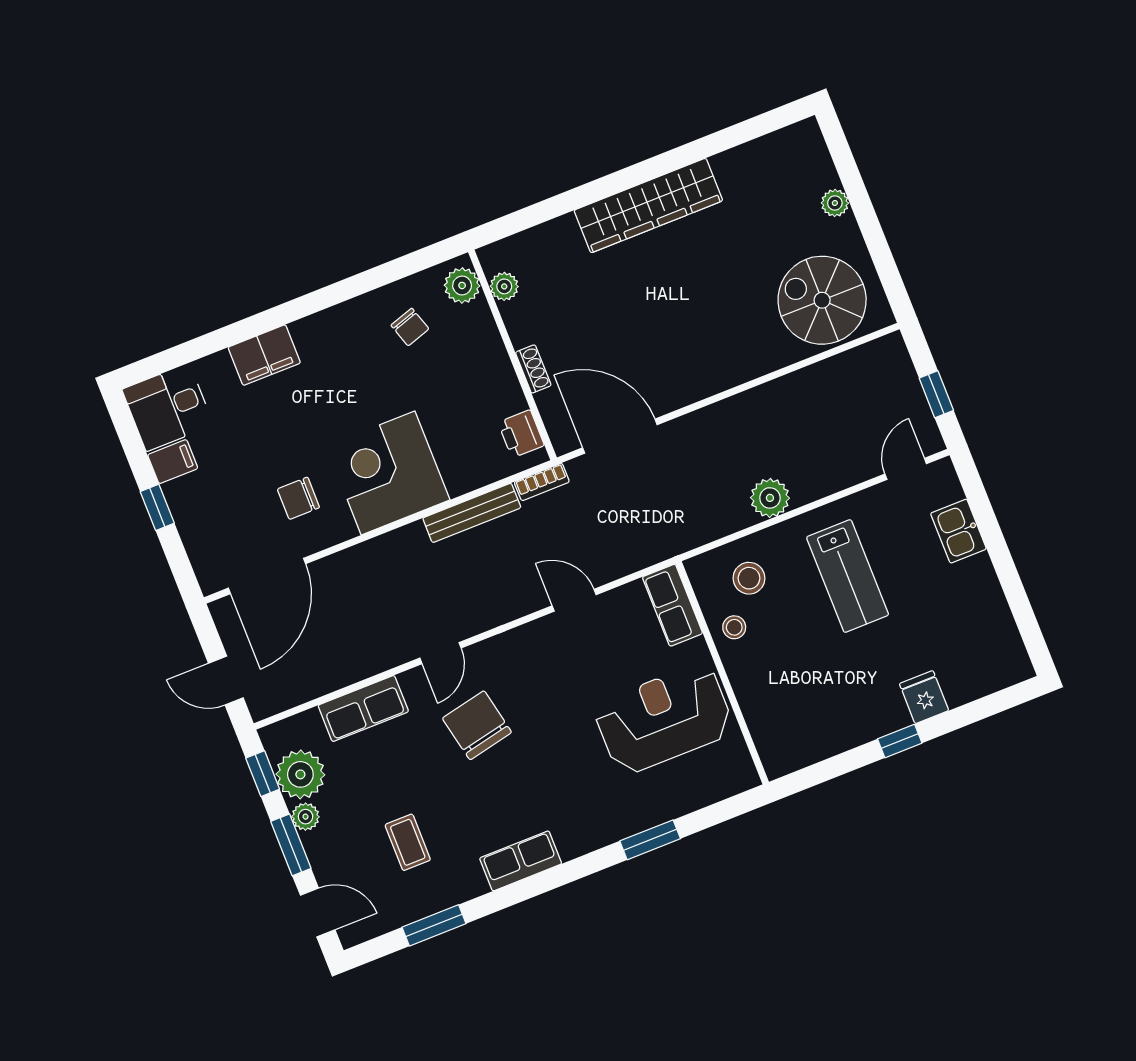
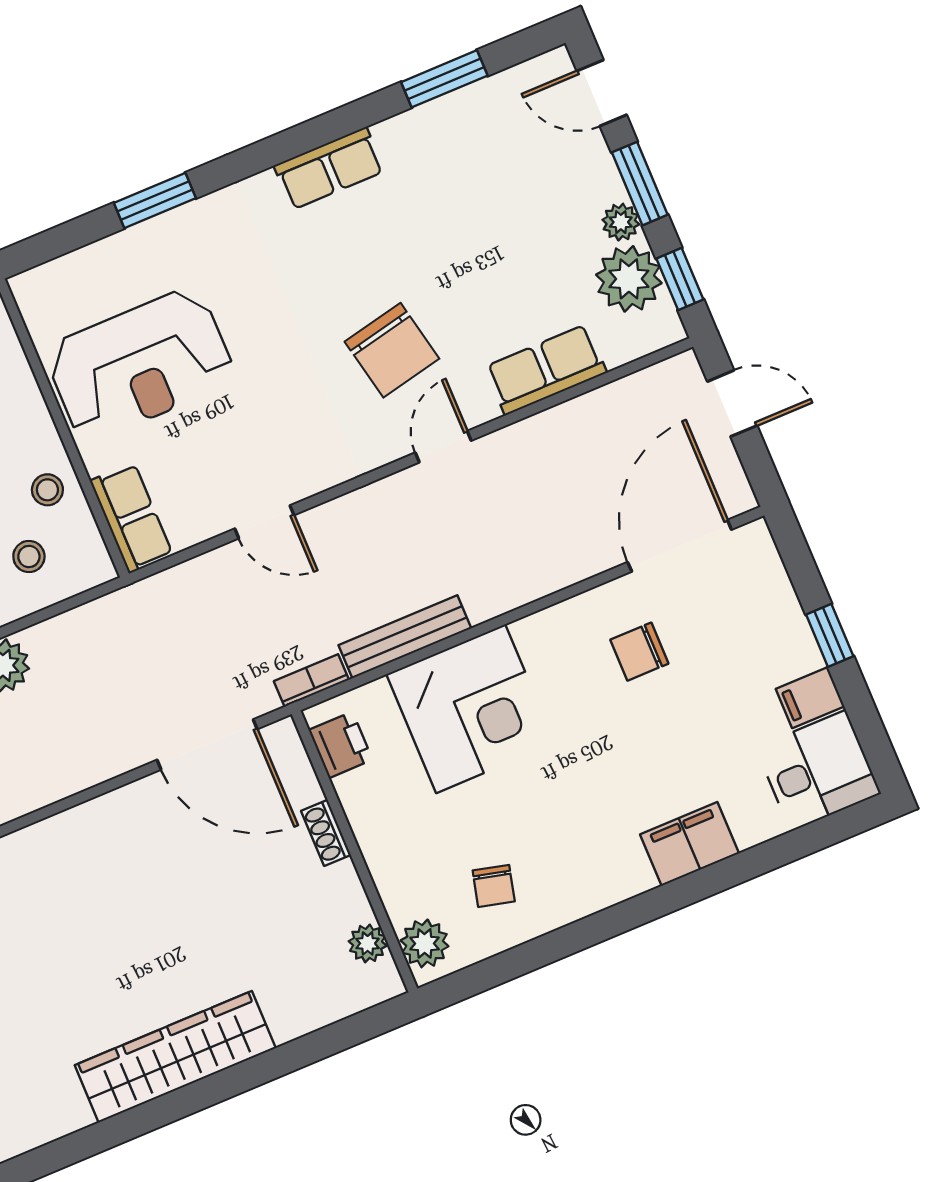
chair: (410, 327) -> (494, 886), turned -148
corner desk: (388, 473) -> (471, 709), moved
chair: (298, 498) -> (639, 652), turned 180
stool: (749, 578) -> (29, 557), width x0.73, depth x0.73
coffee table: (408, 842) -> (482, 190), removed

